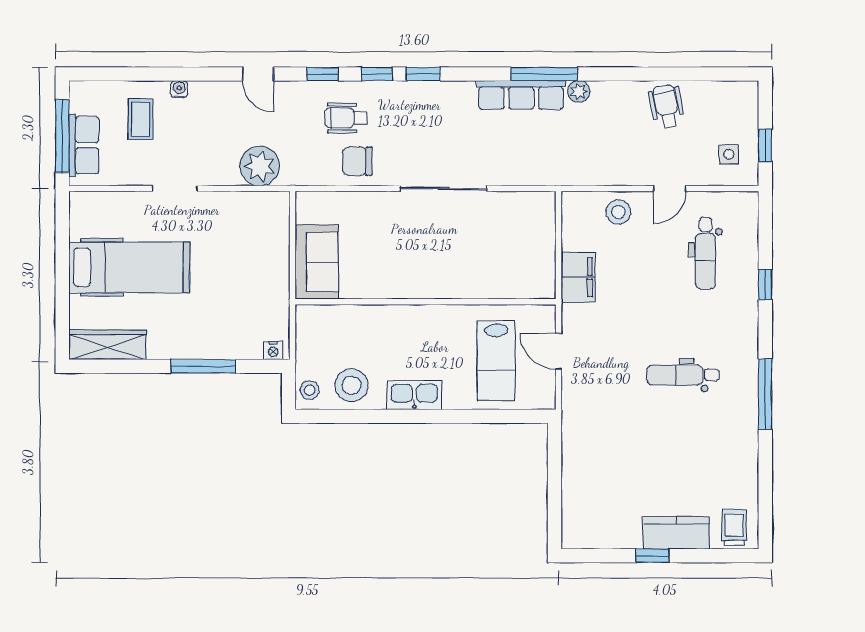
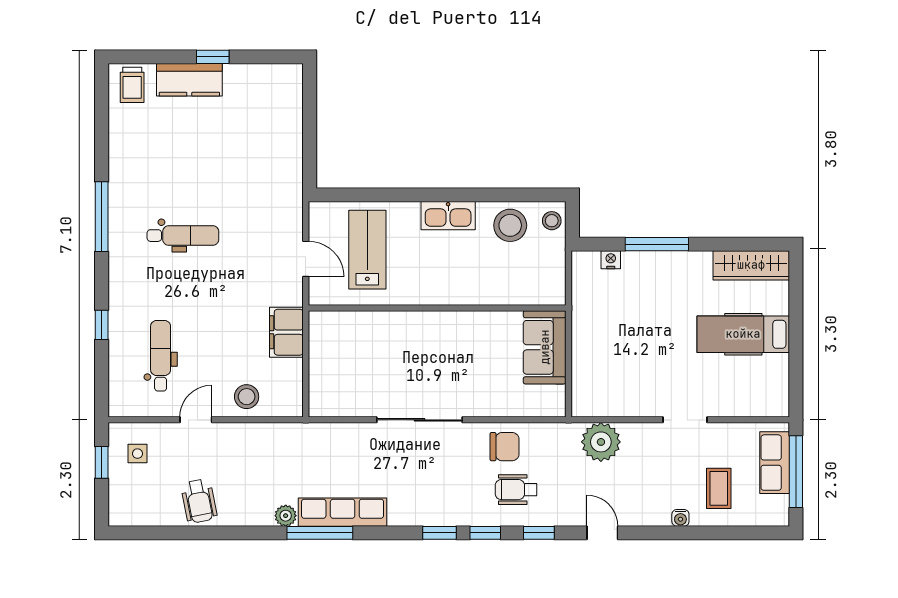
wheelchair: (346, 118) -> (516, 490), turned 180
hospital bed: (129, 267) -> (743, 334), width x0.73, depth x0.78
nightstand: (273, 351) -> (611, 260), moved

